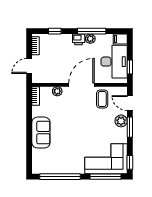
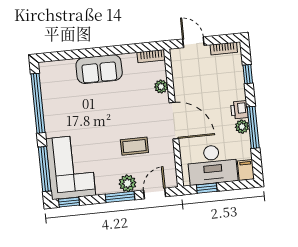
coffee table: (102, 99) -> (134, 146), moved

